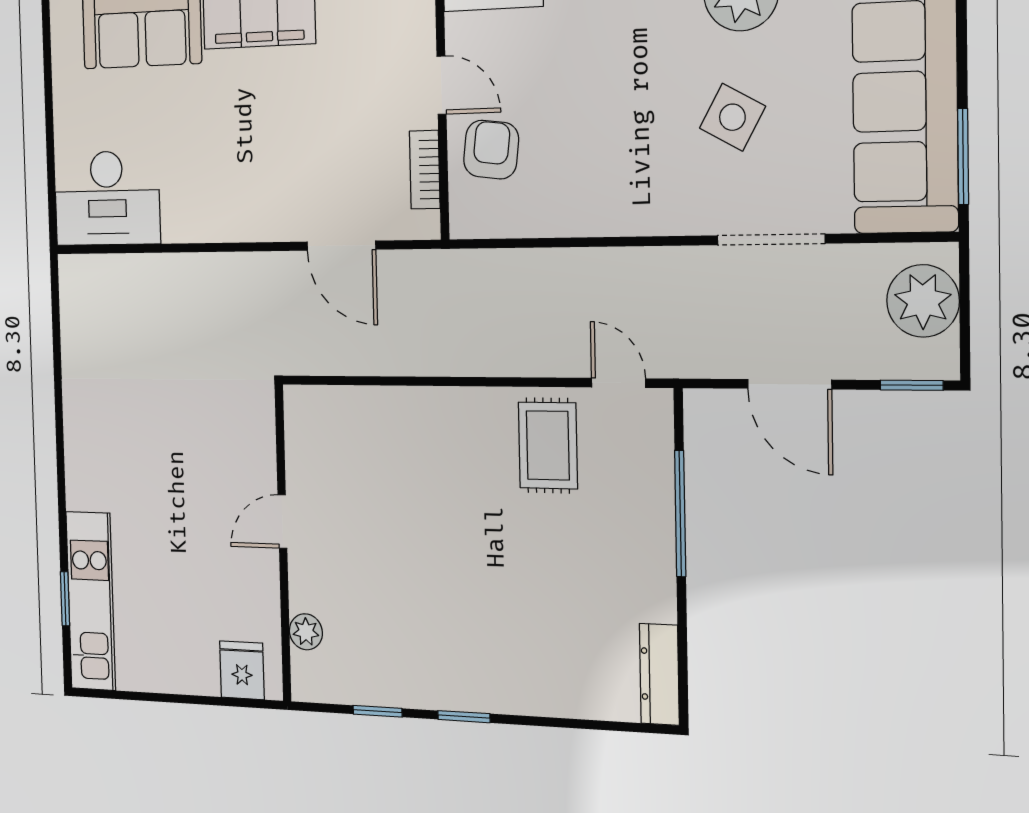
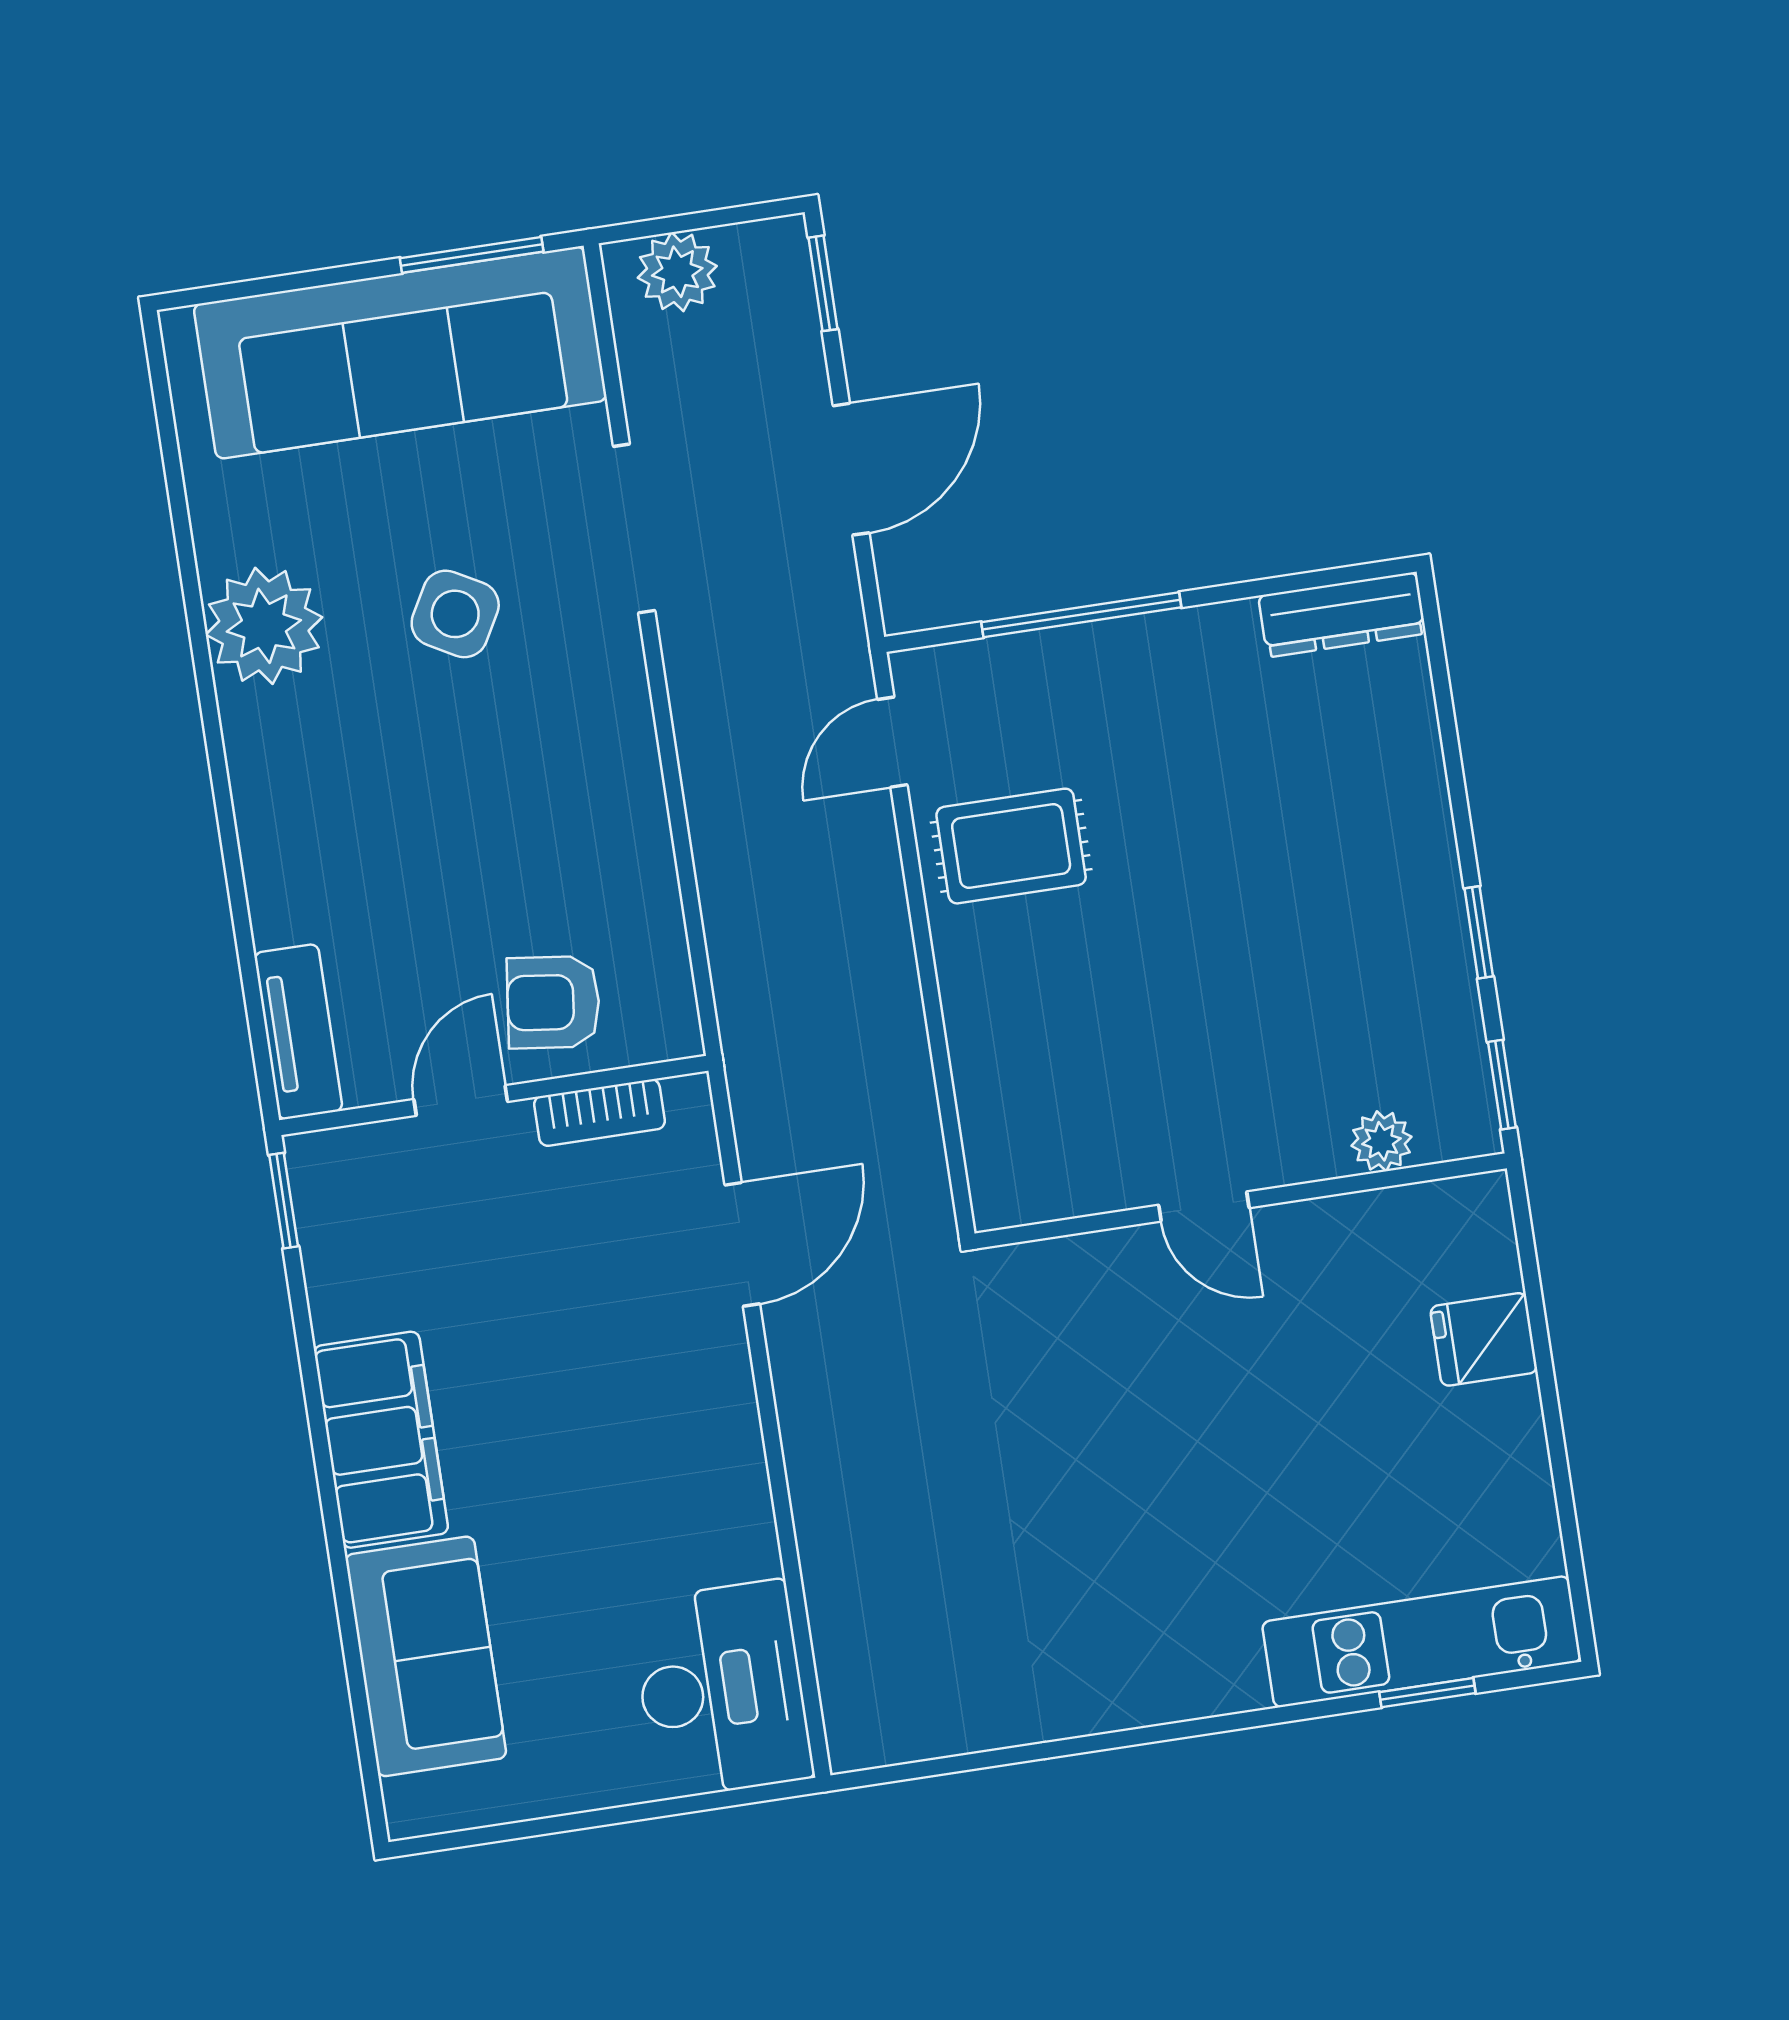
plant: (923, 301) -> (677, 272), width x0.73, depth x0.73
door: (282, 522) -> (1204, 1207), moved
wall: (283, 543) -> (1241, 1201), moved
plant: (306, 632) -> (1381, 1141), moved

